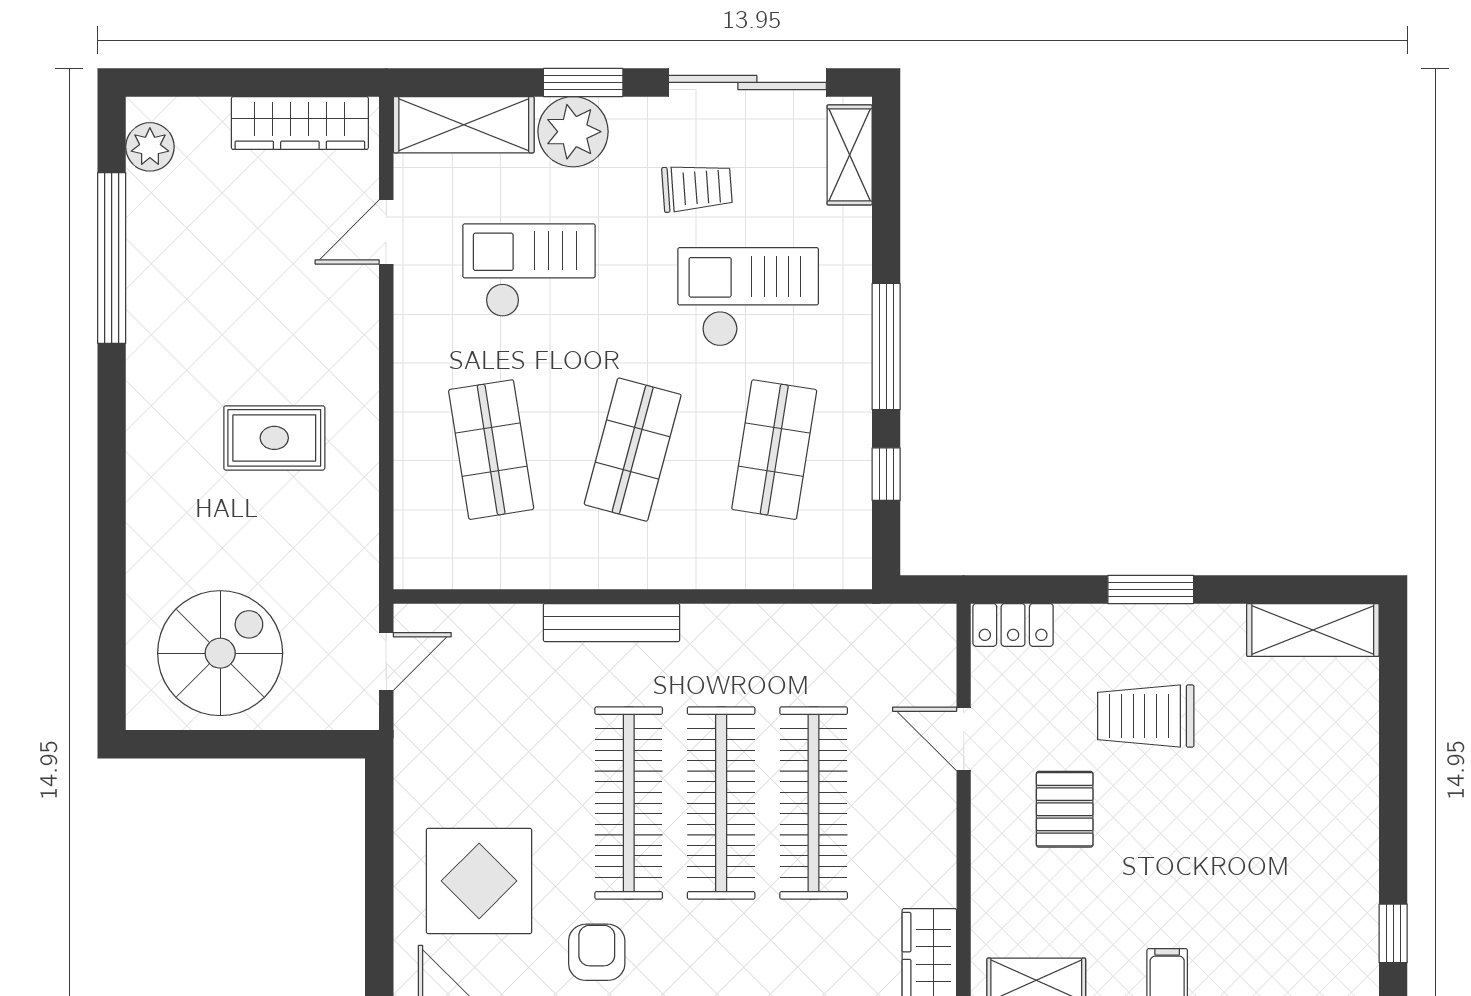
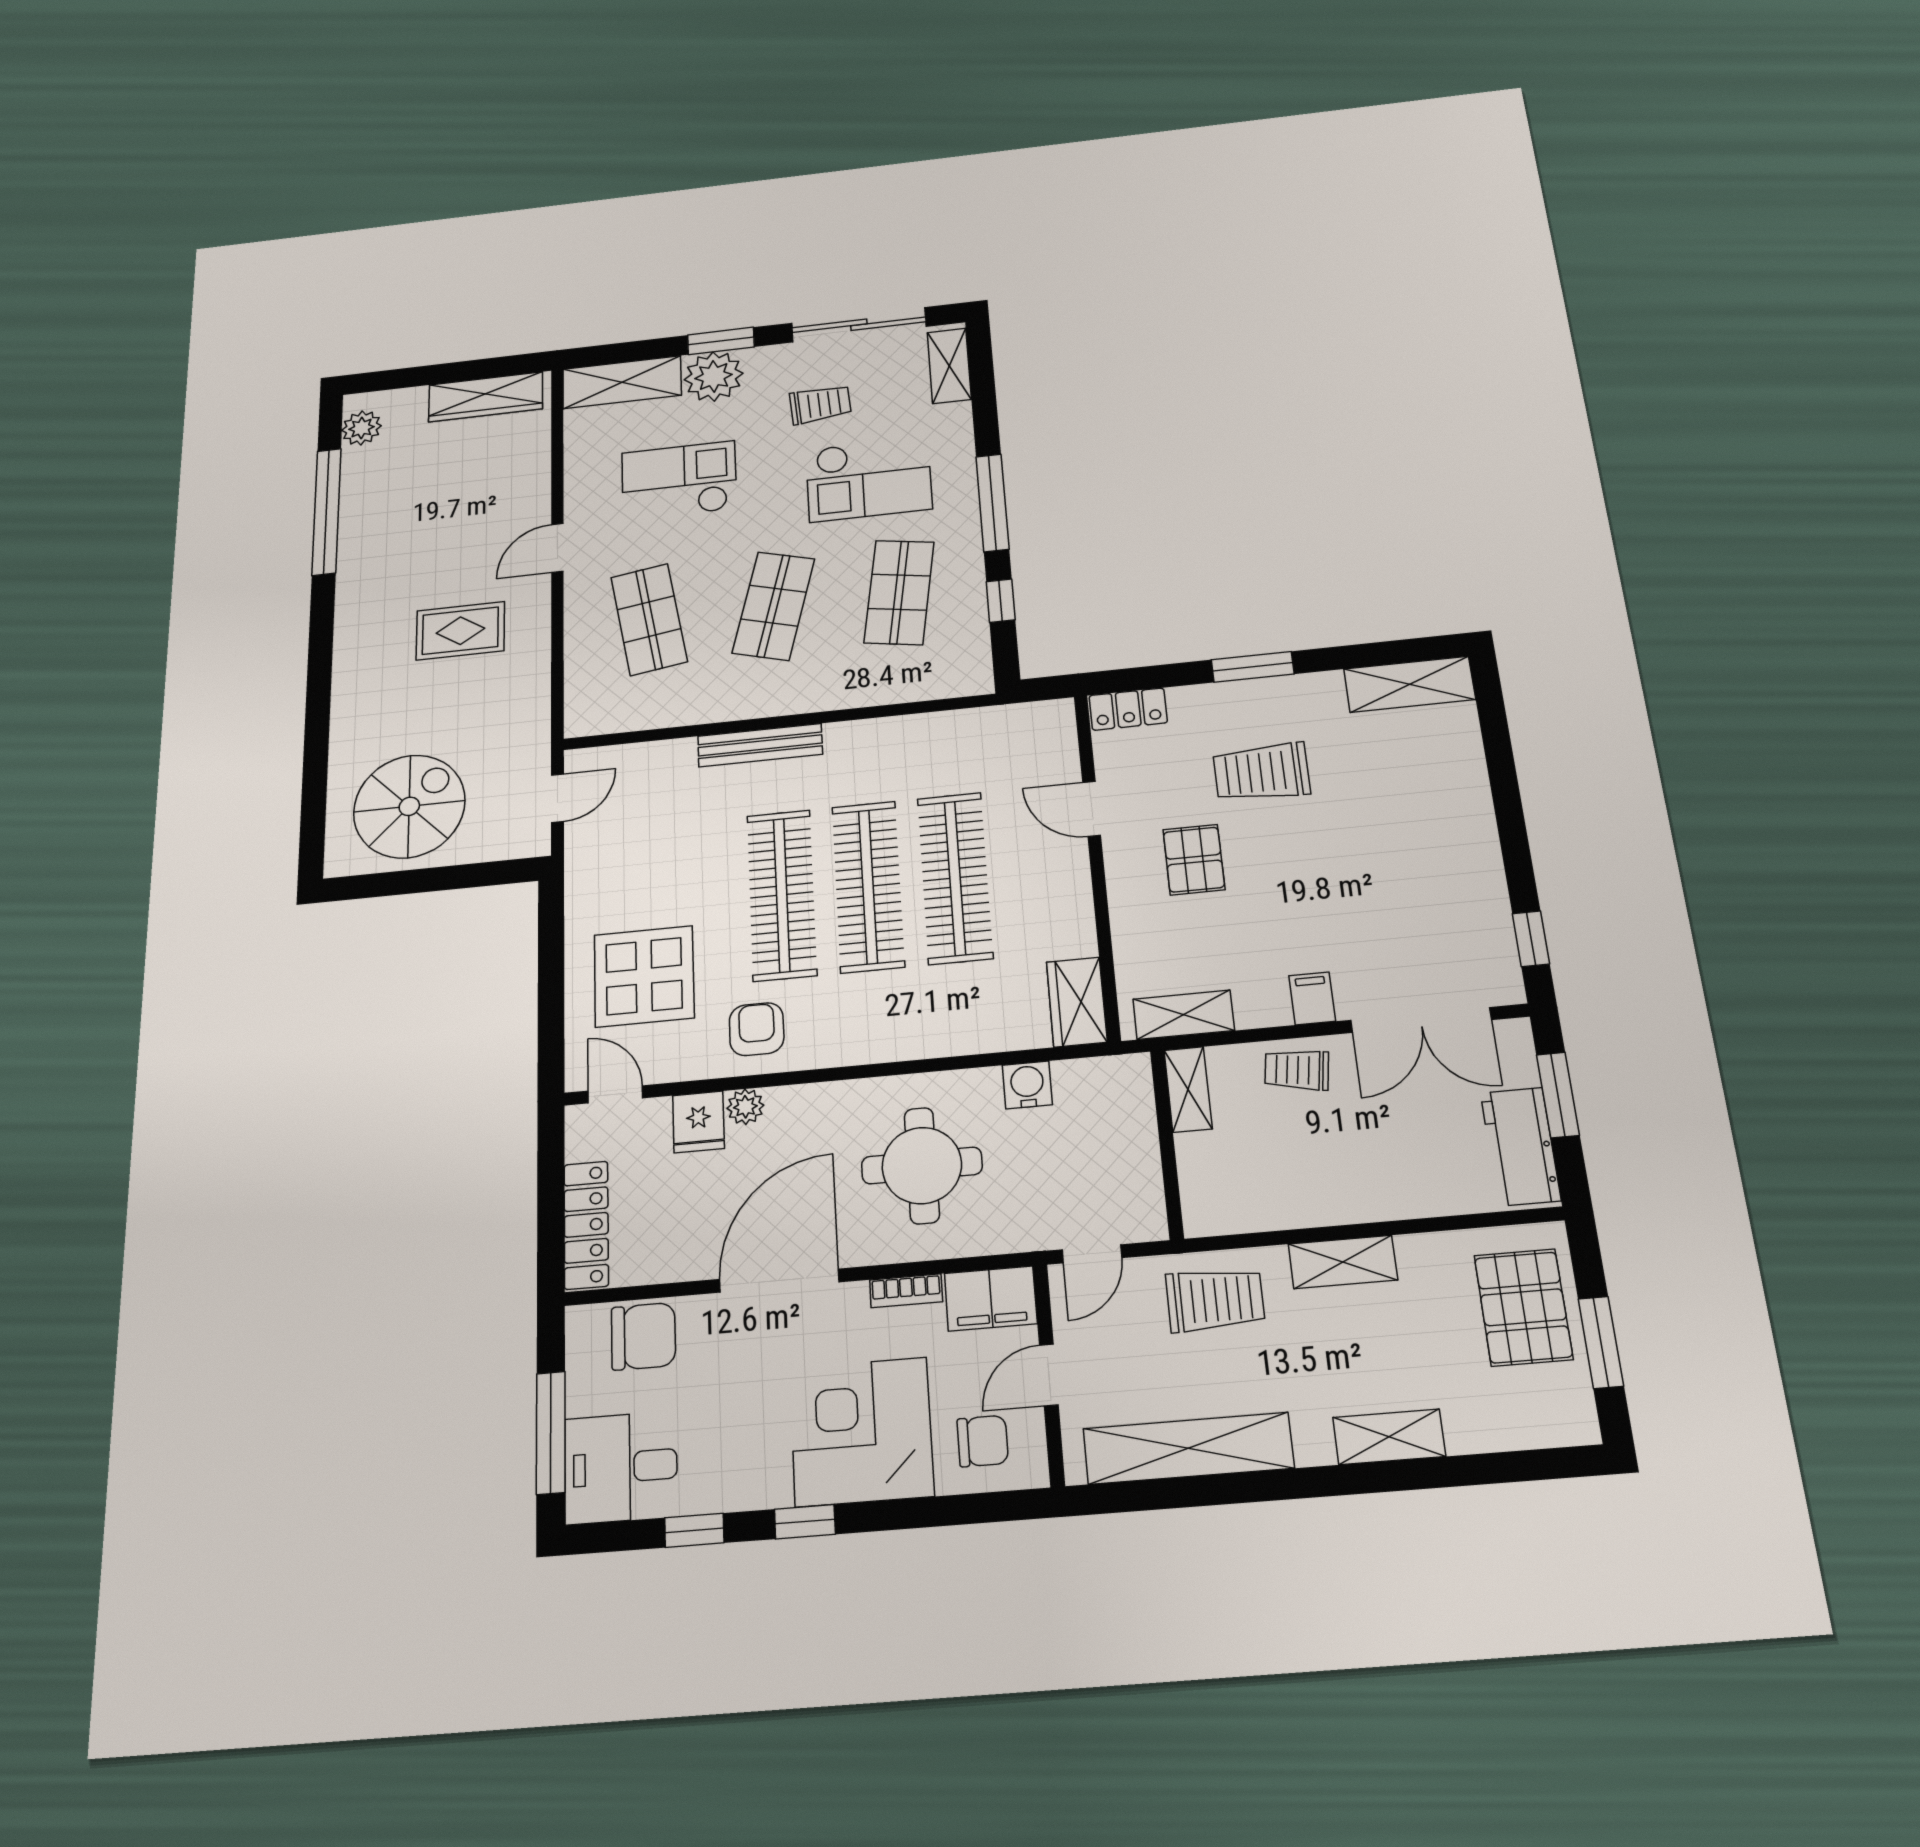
door: (386, 232) -> (557, 548), moved
checkout: (748, 297) -> (869, 479), turned 180

